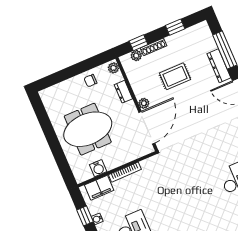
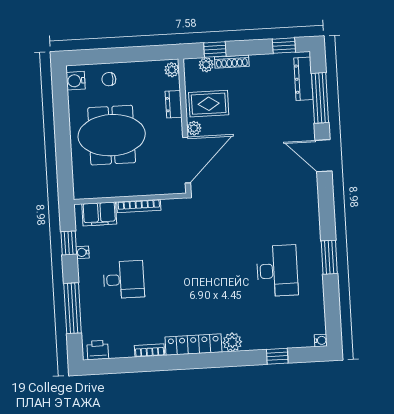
window: (175, 27) -> (284, 46), moved
dresser: (219, 66) -> (303, 79), moved
rug: (175, 76) -> (209, 104), moved
chair: (91, 81) -> (109, 79), moved
water cooler: (98, 168) -> (76, 81), moved, turned 90

